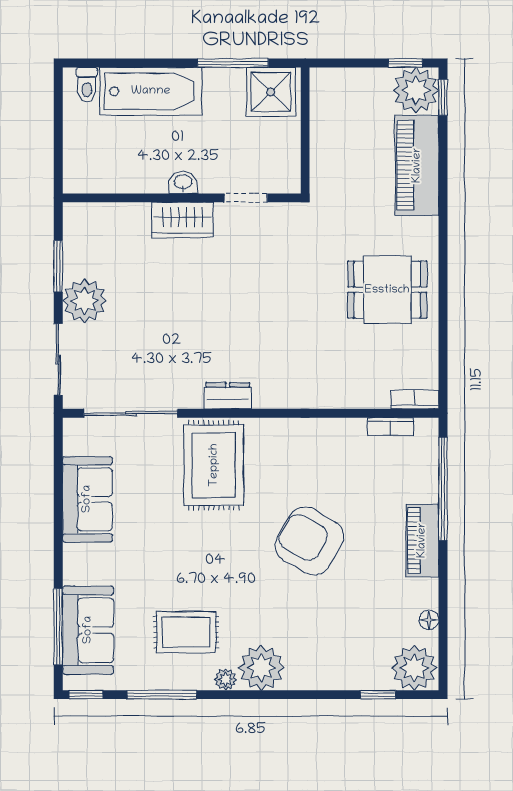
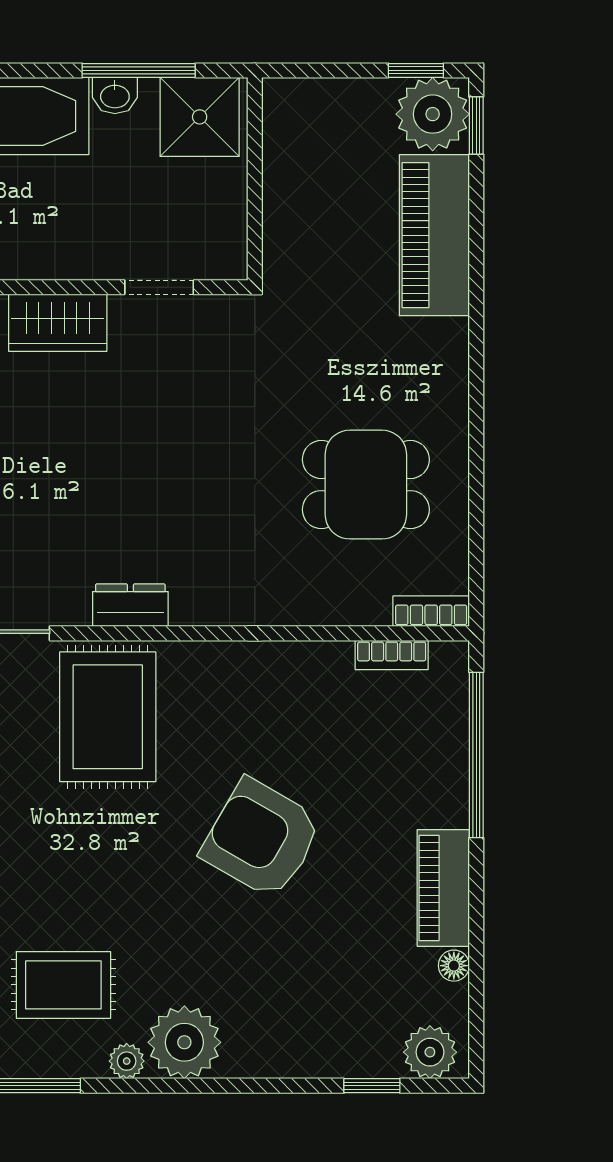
washbasin: (183, 182) -> (115, 95), moved, turned 180
dining table: (387, 290) -> (366, 485), moved
piano: (422, 540) -> (443, 888), moved
plant: (414, 668) -> (430, 1052), width x0.73, depth x0.73

